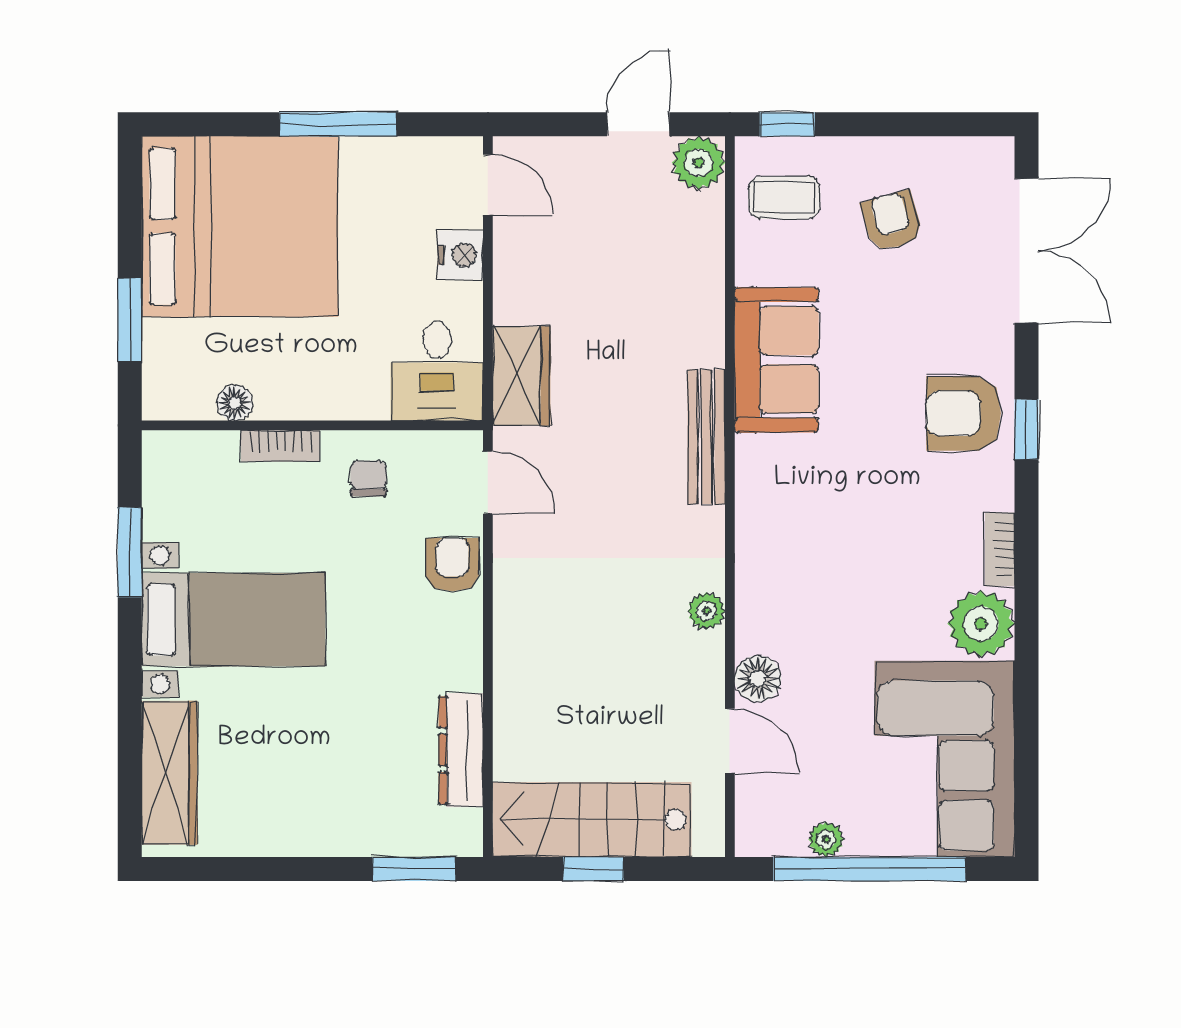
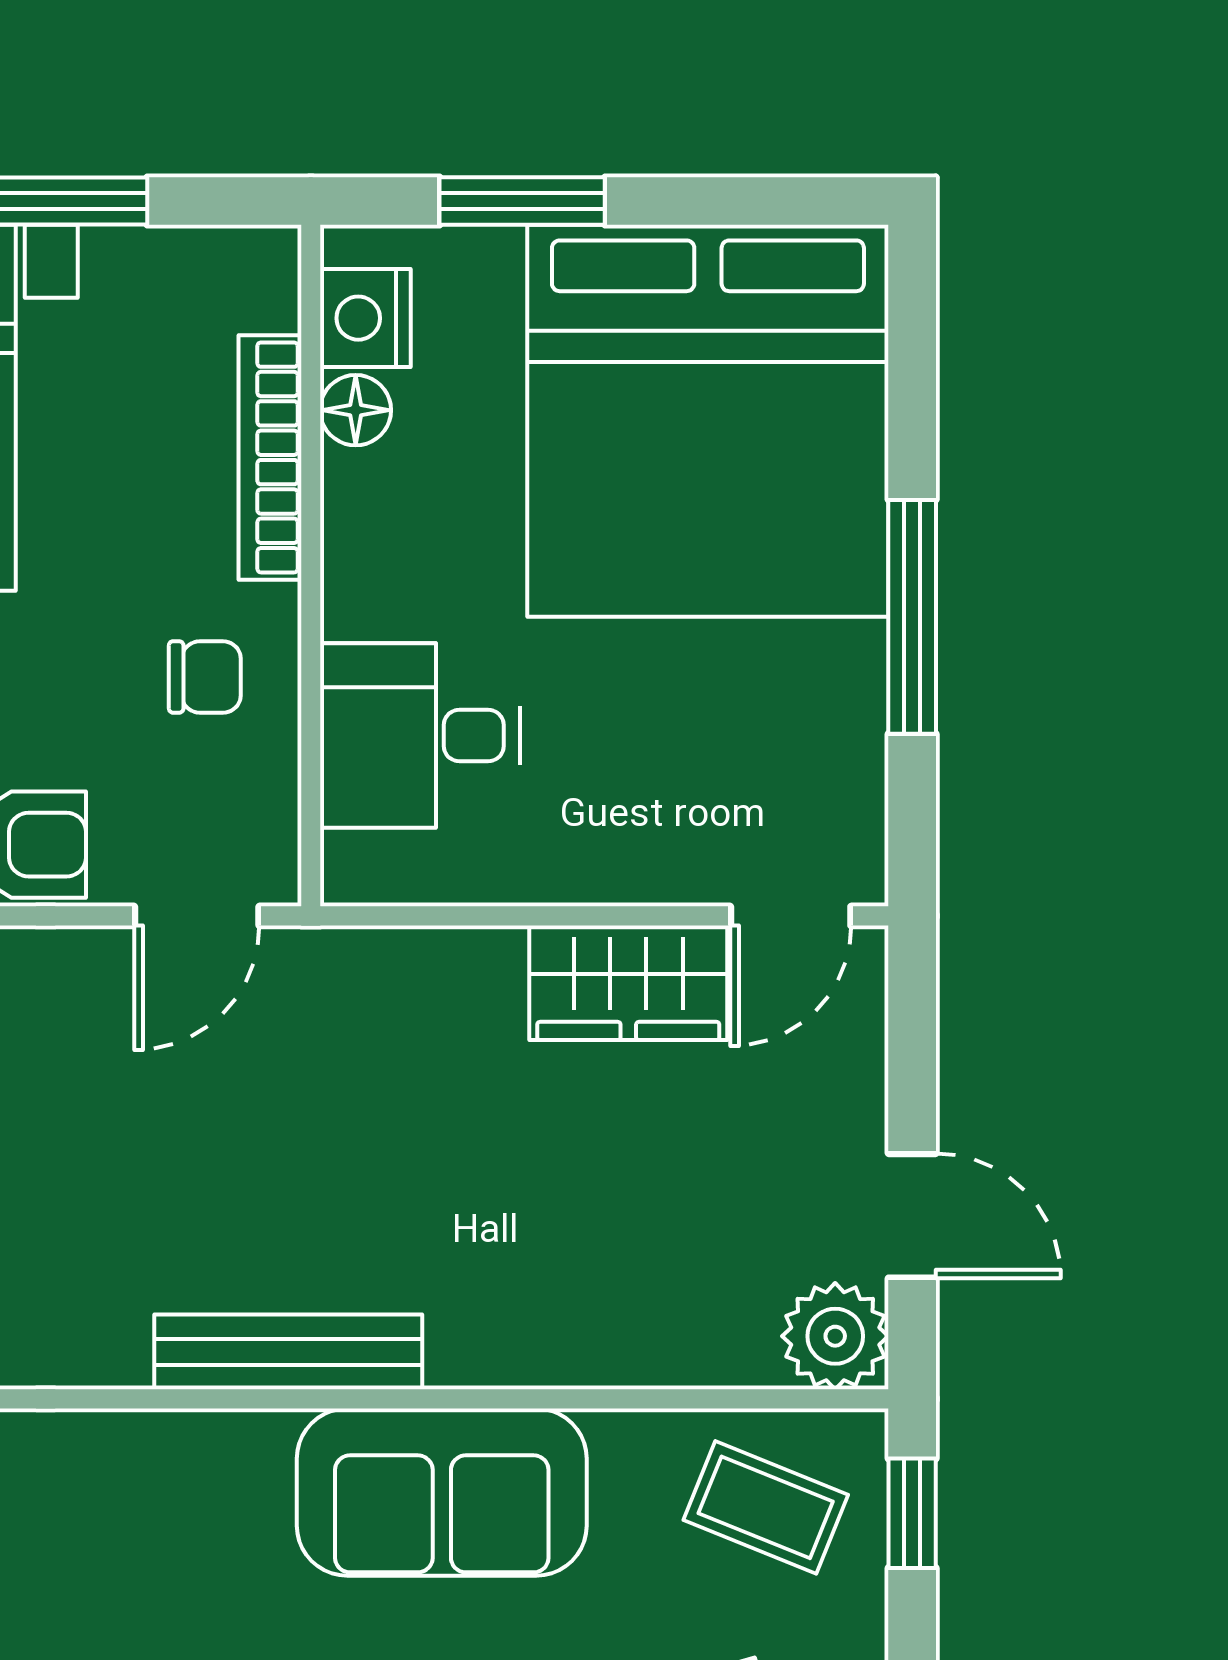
coffee table: (784, 198) -> (766, 1507), turned -68
nightstand: (461, 255) -> (365, 318), moved, turned 90
desk: (437, 371) -> (420, 736), moved
wardrobe: (521, 376) -> (628, 983), moved
bookcase: (280, 446) -> (270, 457), width x1.56

